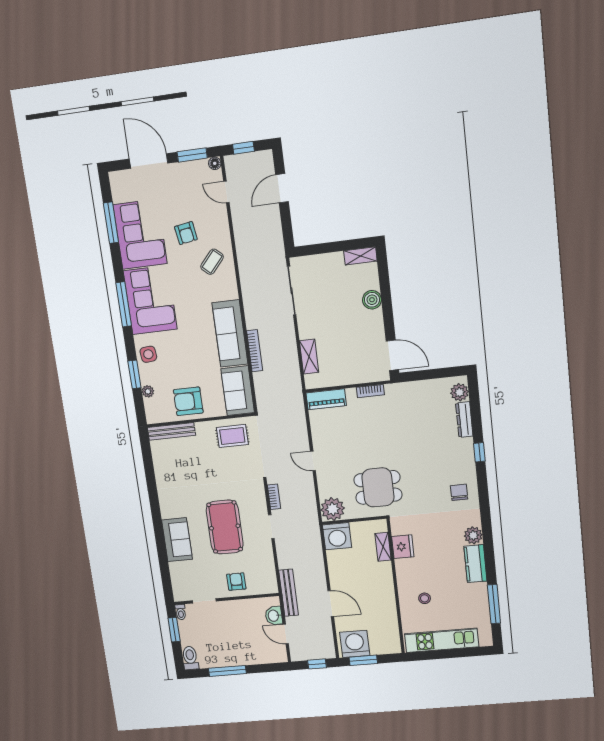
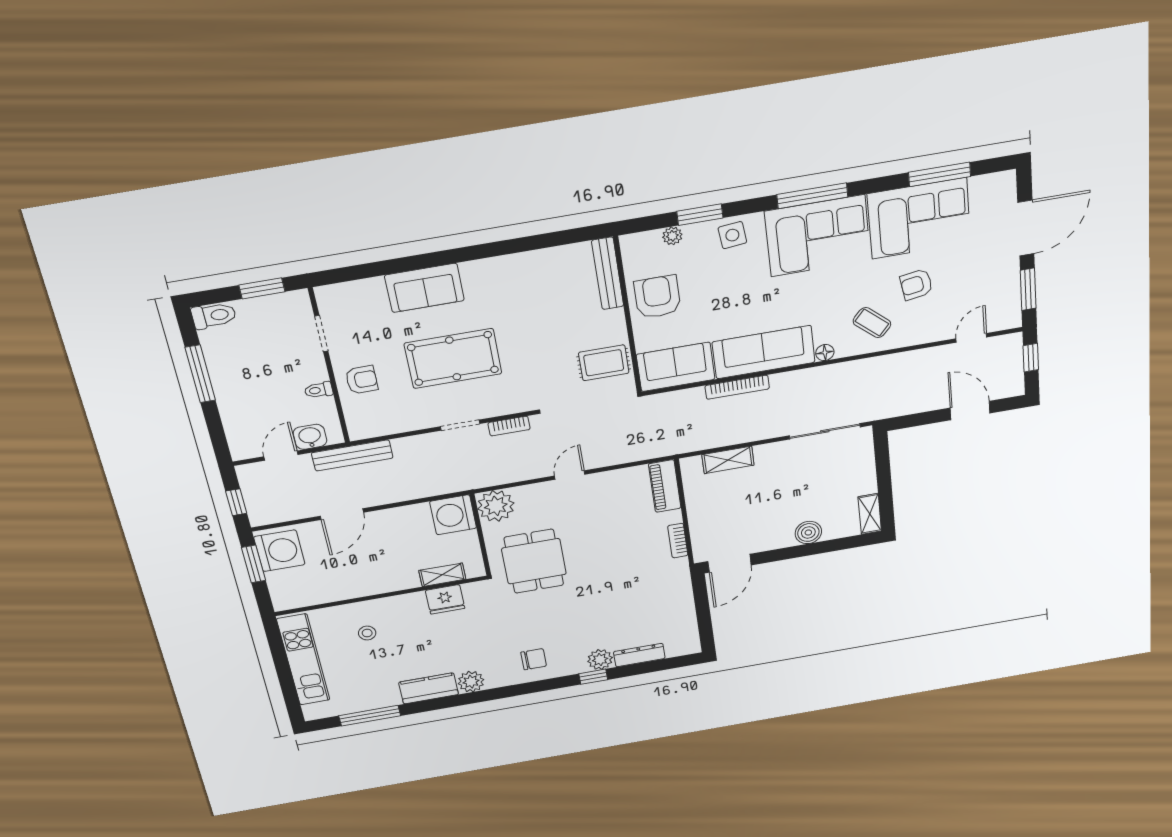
floor lamp: (215, 163) -> (825, 353), moved
plant: (460, 392) -> (600, 660), moved
rug: (232, 436) -> (604, 363), turned 90
toilet: (181, 612) -> (319, 390), moved

